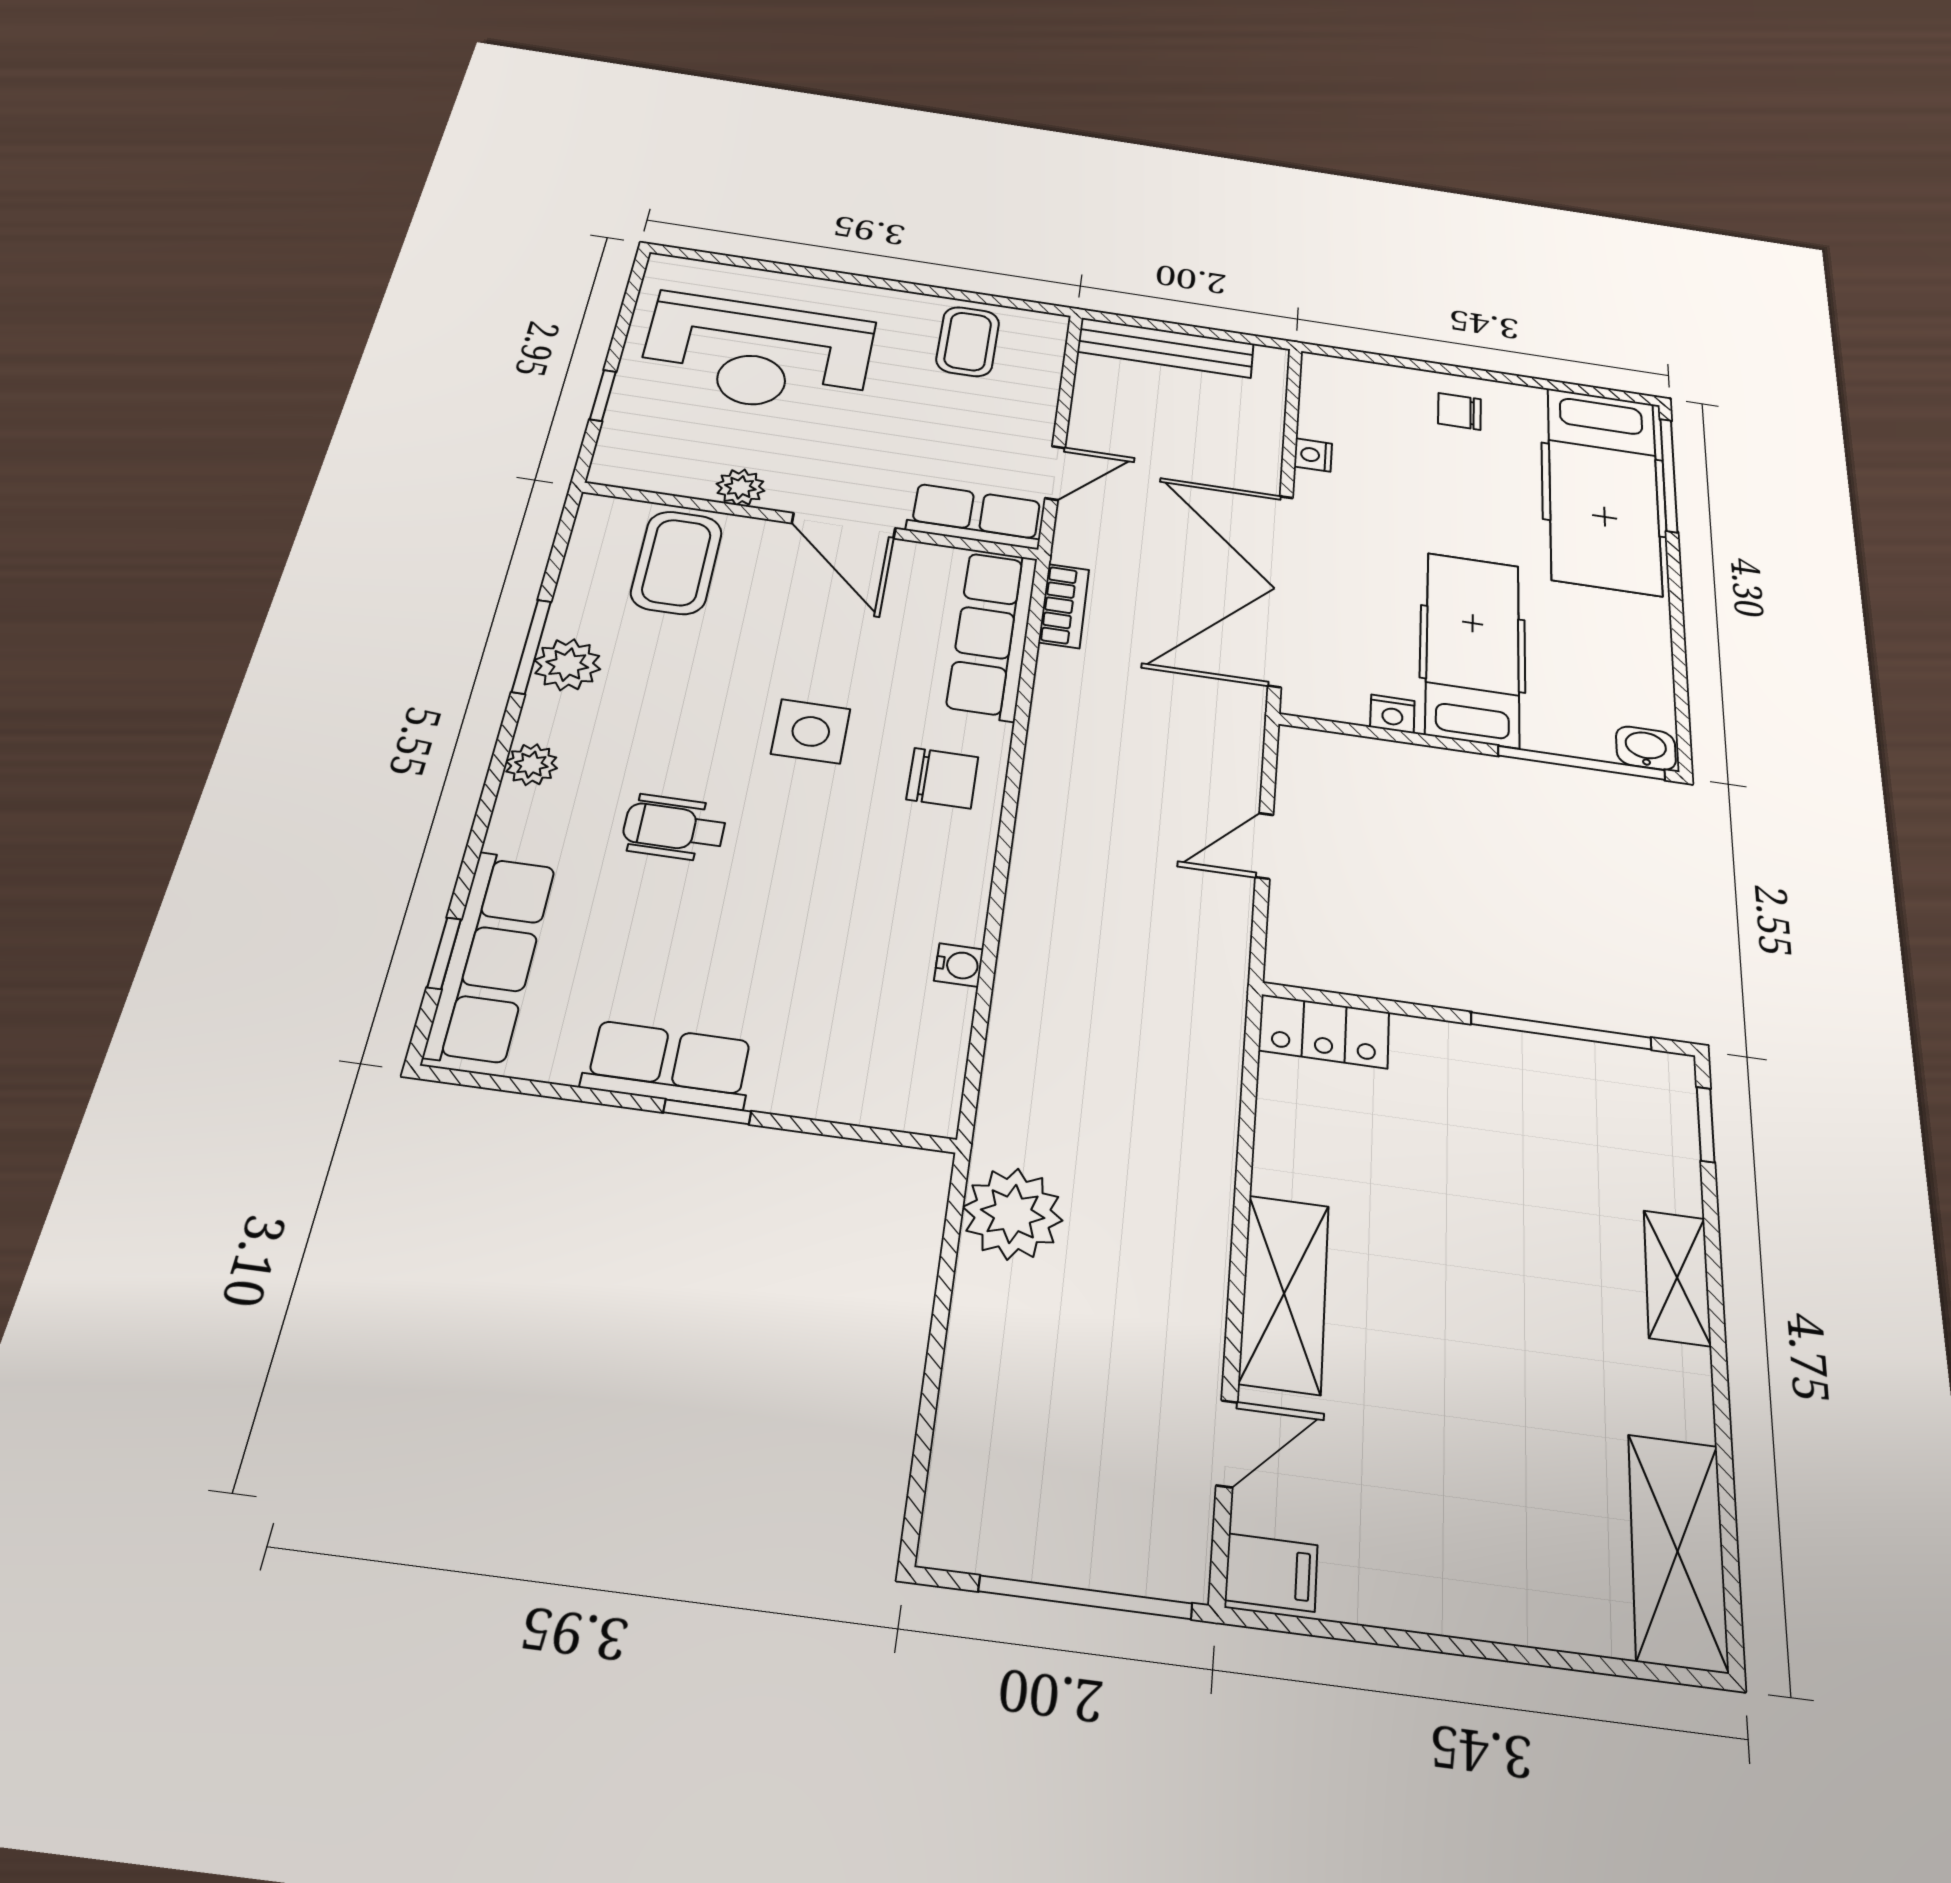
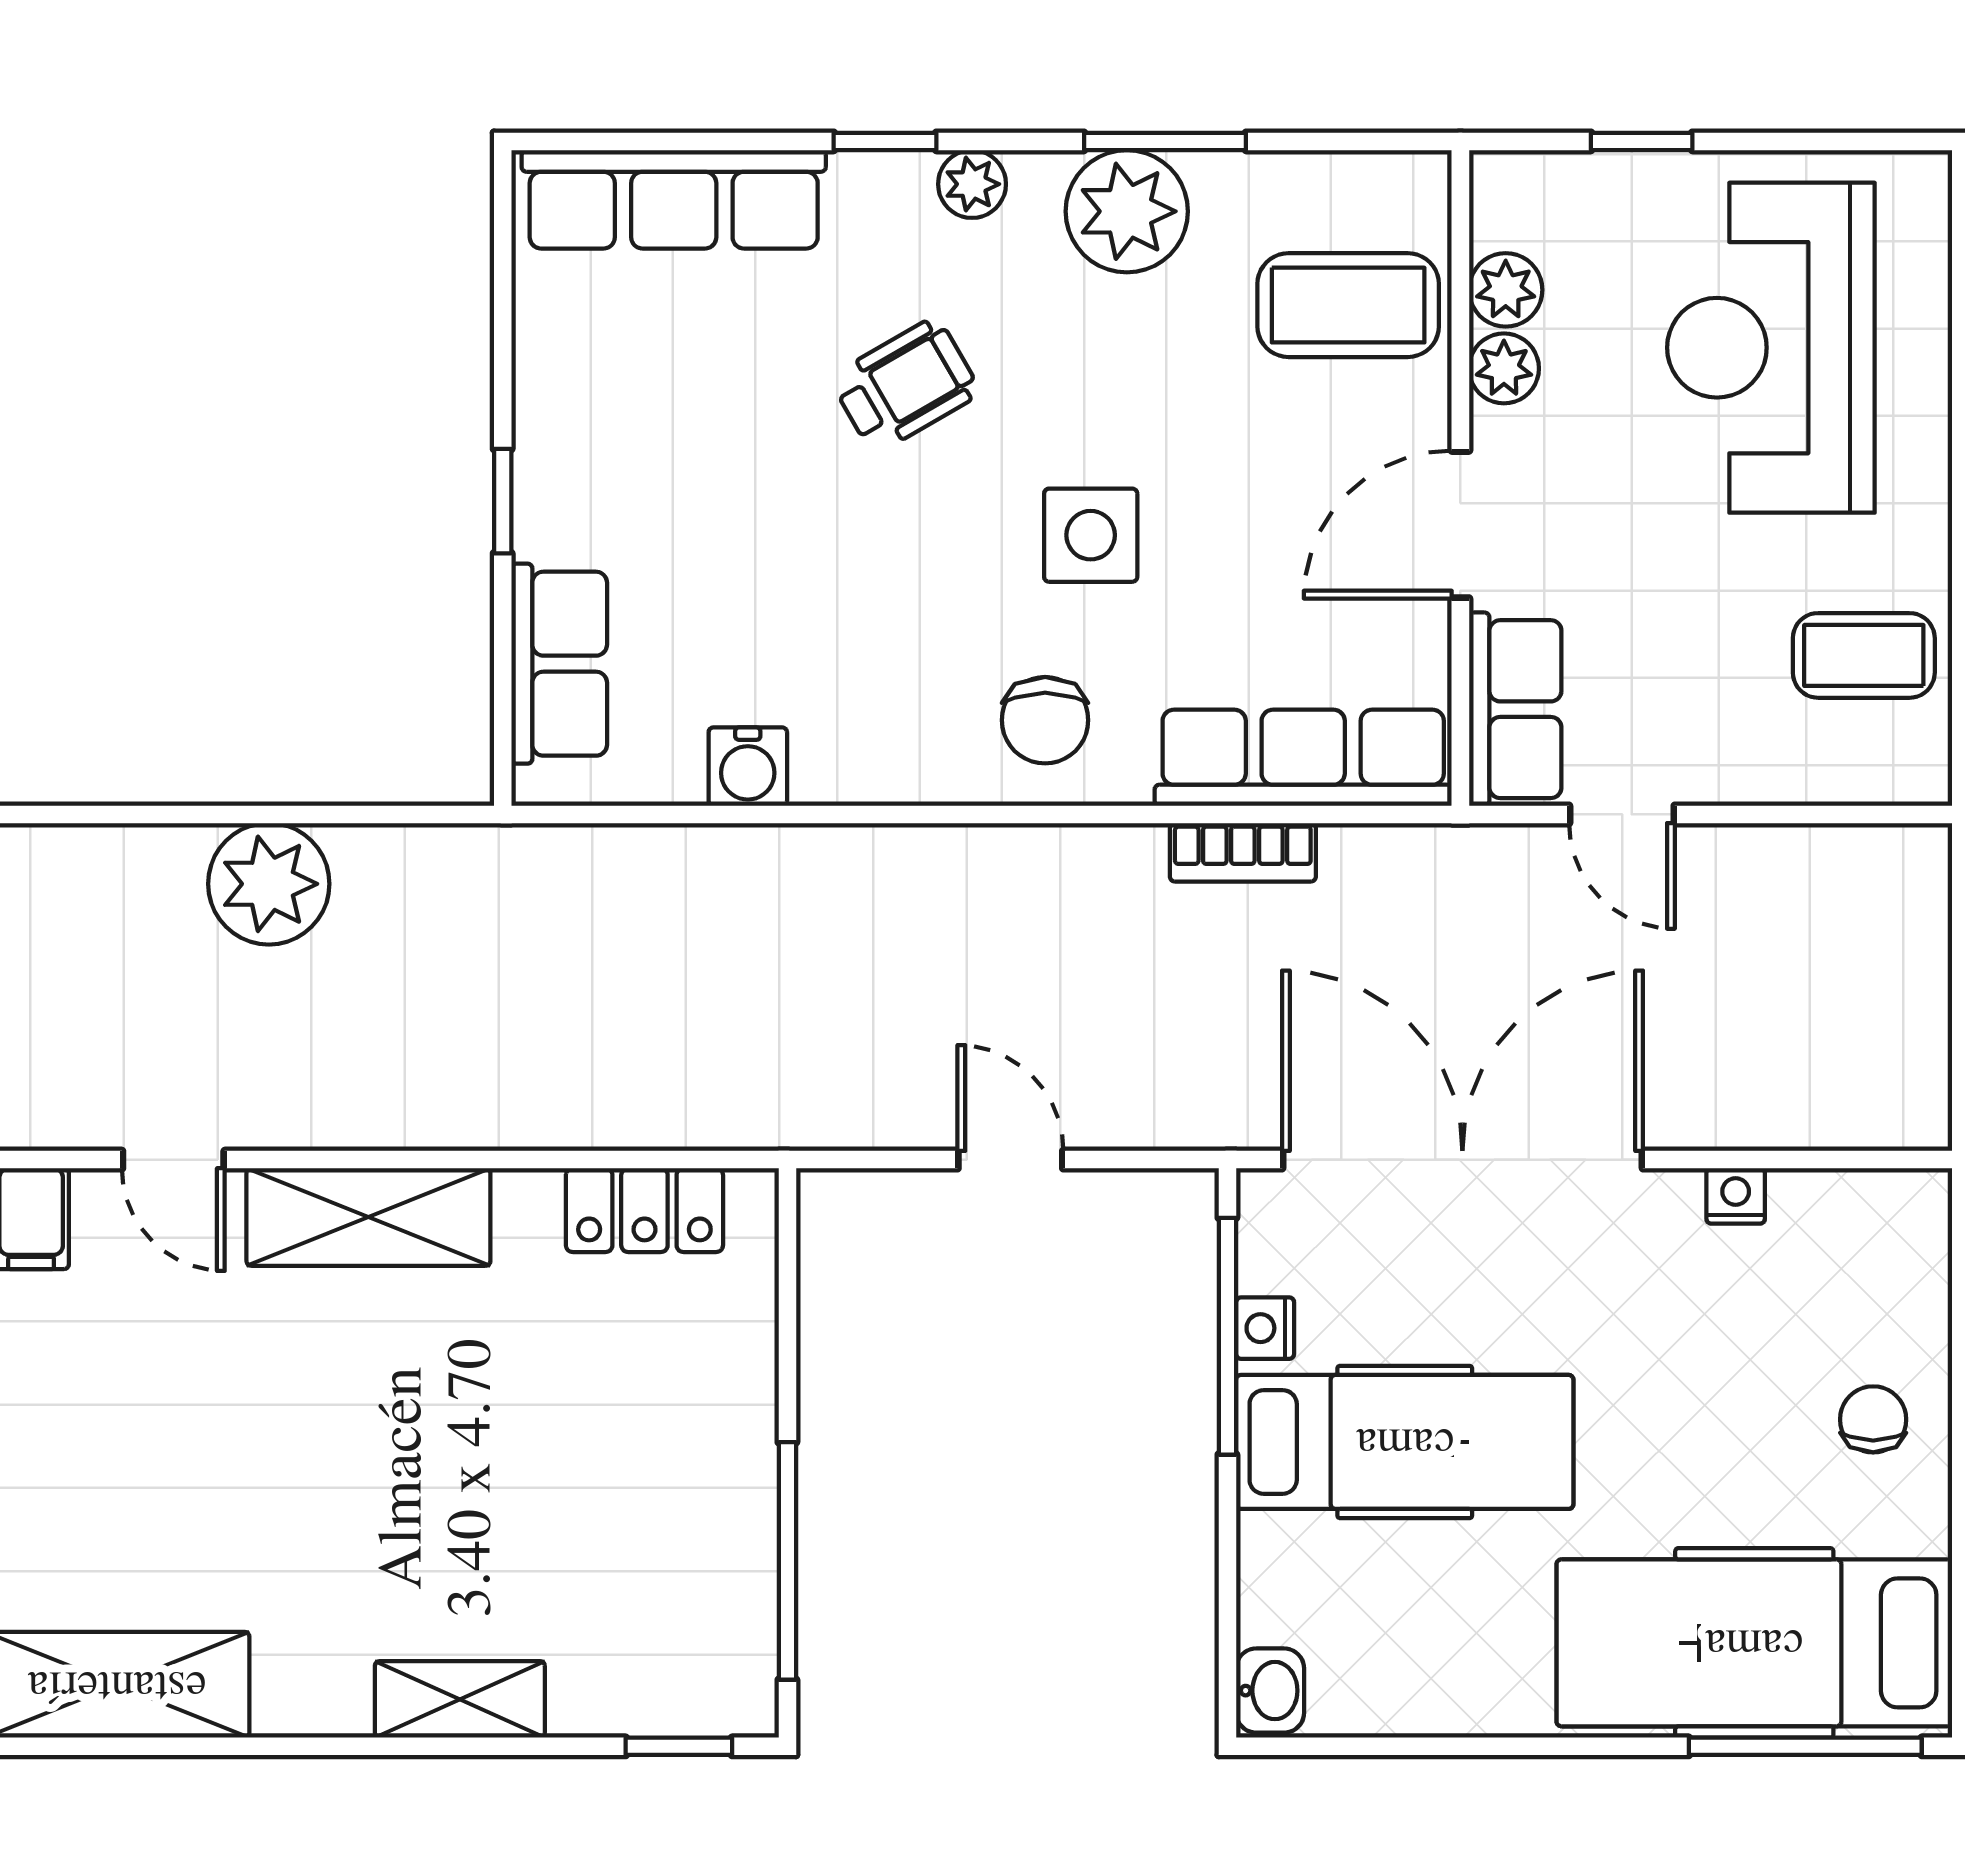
bench: (1166, 348) -> (1914, 958), removed
plant: (686, 478) -> (1506, 290), added
bookcase: (1064, 606) -> (1243, 852), moved
plant: (567, 665) -> (1127, 211), width x1.36, depth x1.36
window: (1582, 763) -> (1227, 1336), moved
wheelchair: (674, 828) -> (905, 385), turned 60
window: (444, 953) -> (885, 141), moved
water cooler: (959, 965) -> (748, 767), width x1.38, depth x1.38
locker: (1324, 1031) -> (644, 1210), moved, turned -90
row of seats: (668, 1065) -> (559, 664), moved
plant: (1013, 1214) -> (269, 884), moved

